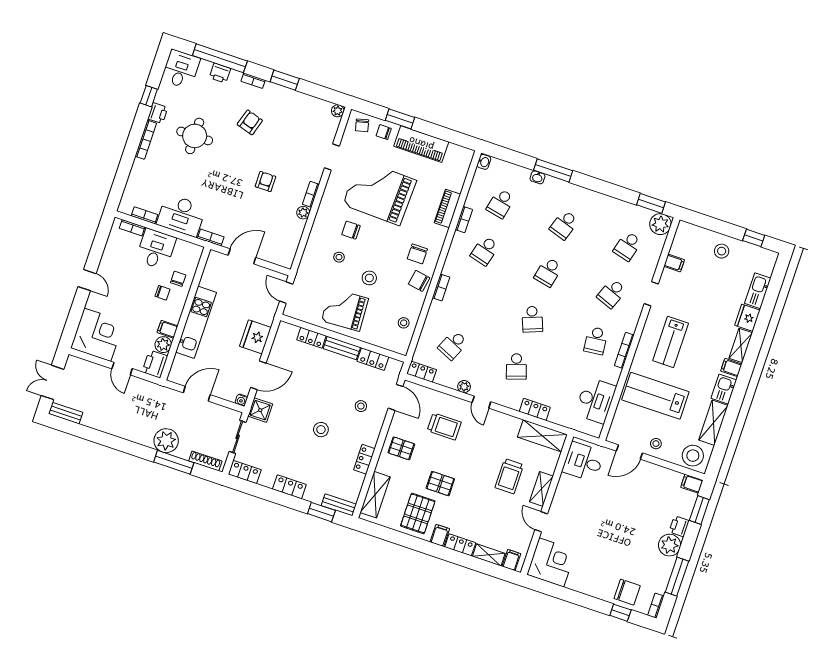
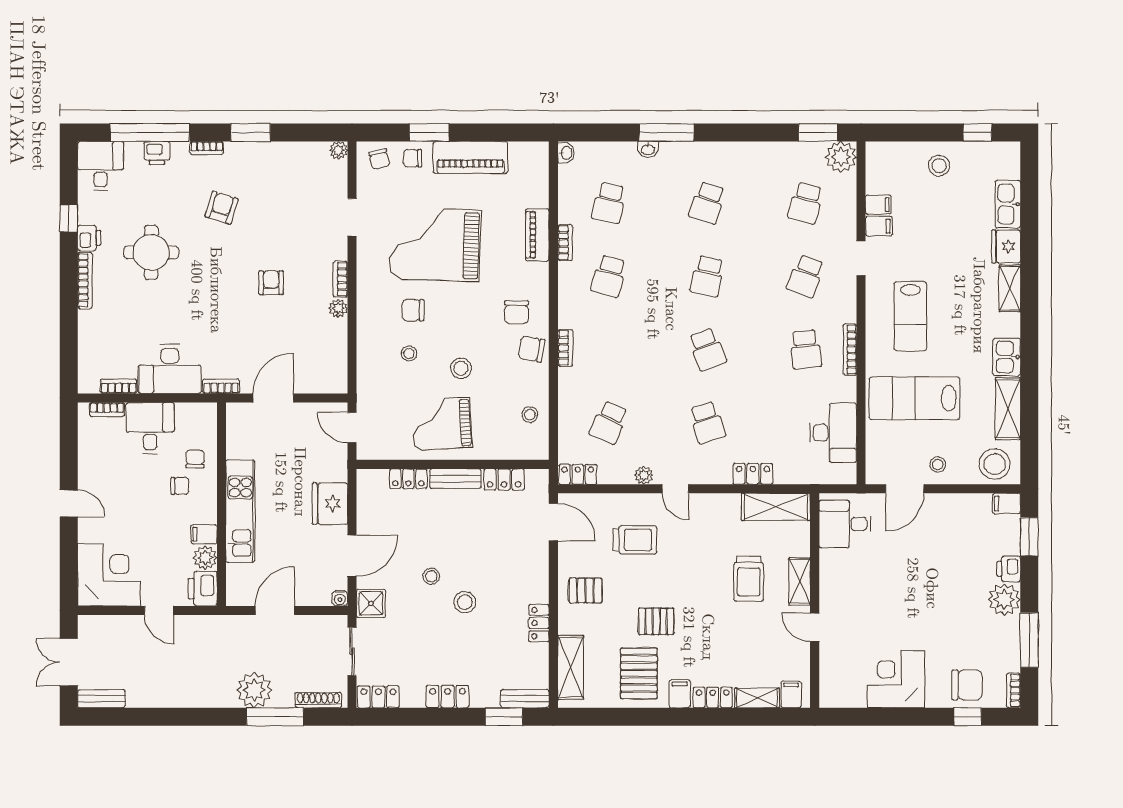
filing cabinet: (731, 368) -> (879, 226), moved, turned 180
stool: (361, 406) -> (431, 576), moved
corner desk: (551, 562) -> (896, 679), moved, turned -90

